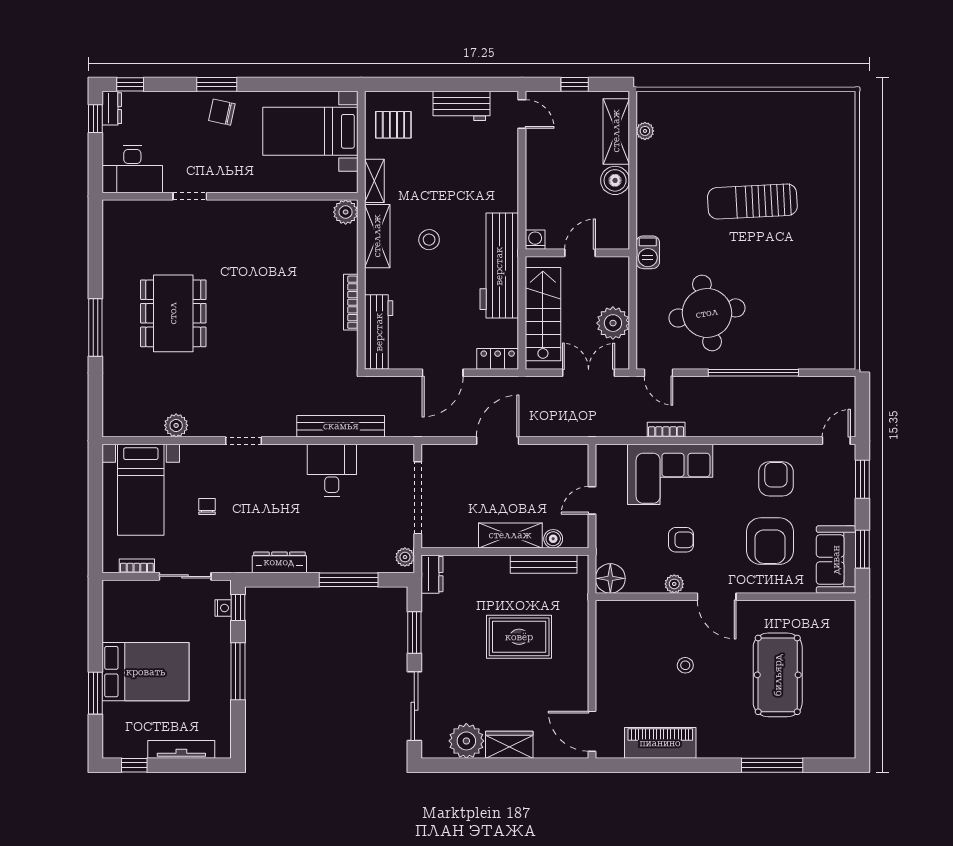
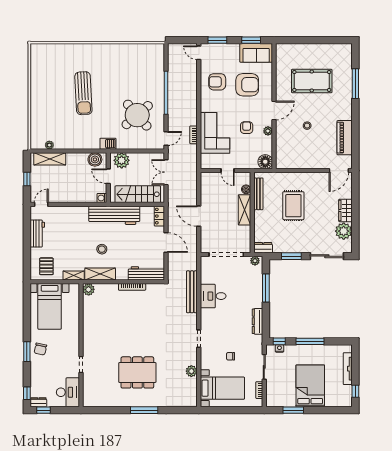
boiler: (615, 180) -> (95, 159), moved
round table: (707, 313) -> (137, 115), turned -31
plant: (613, 323) -> (122, 160), moved
window: (95, 693) -> (293, 410), moved

